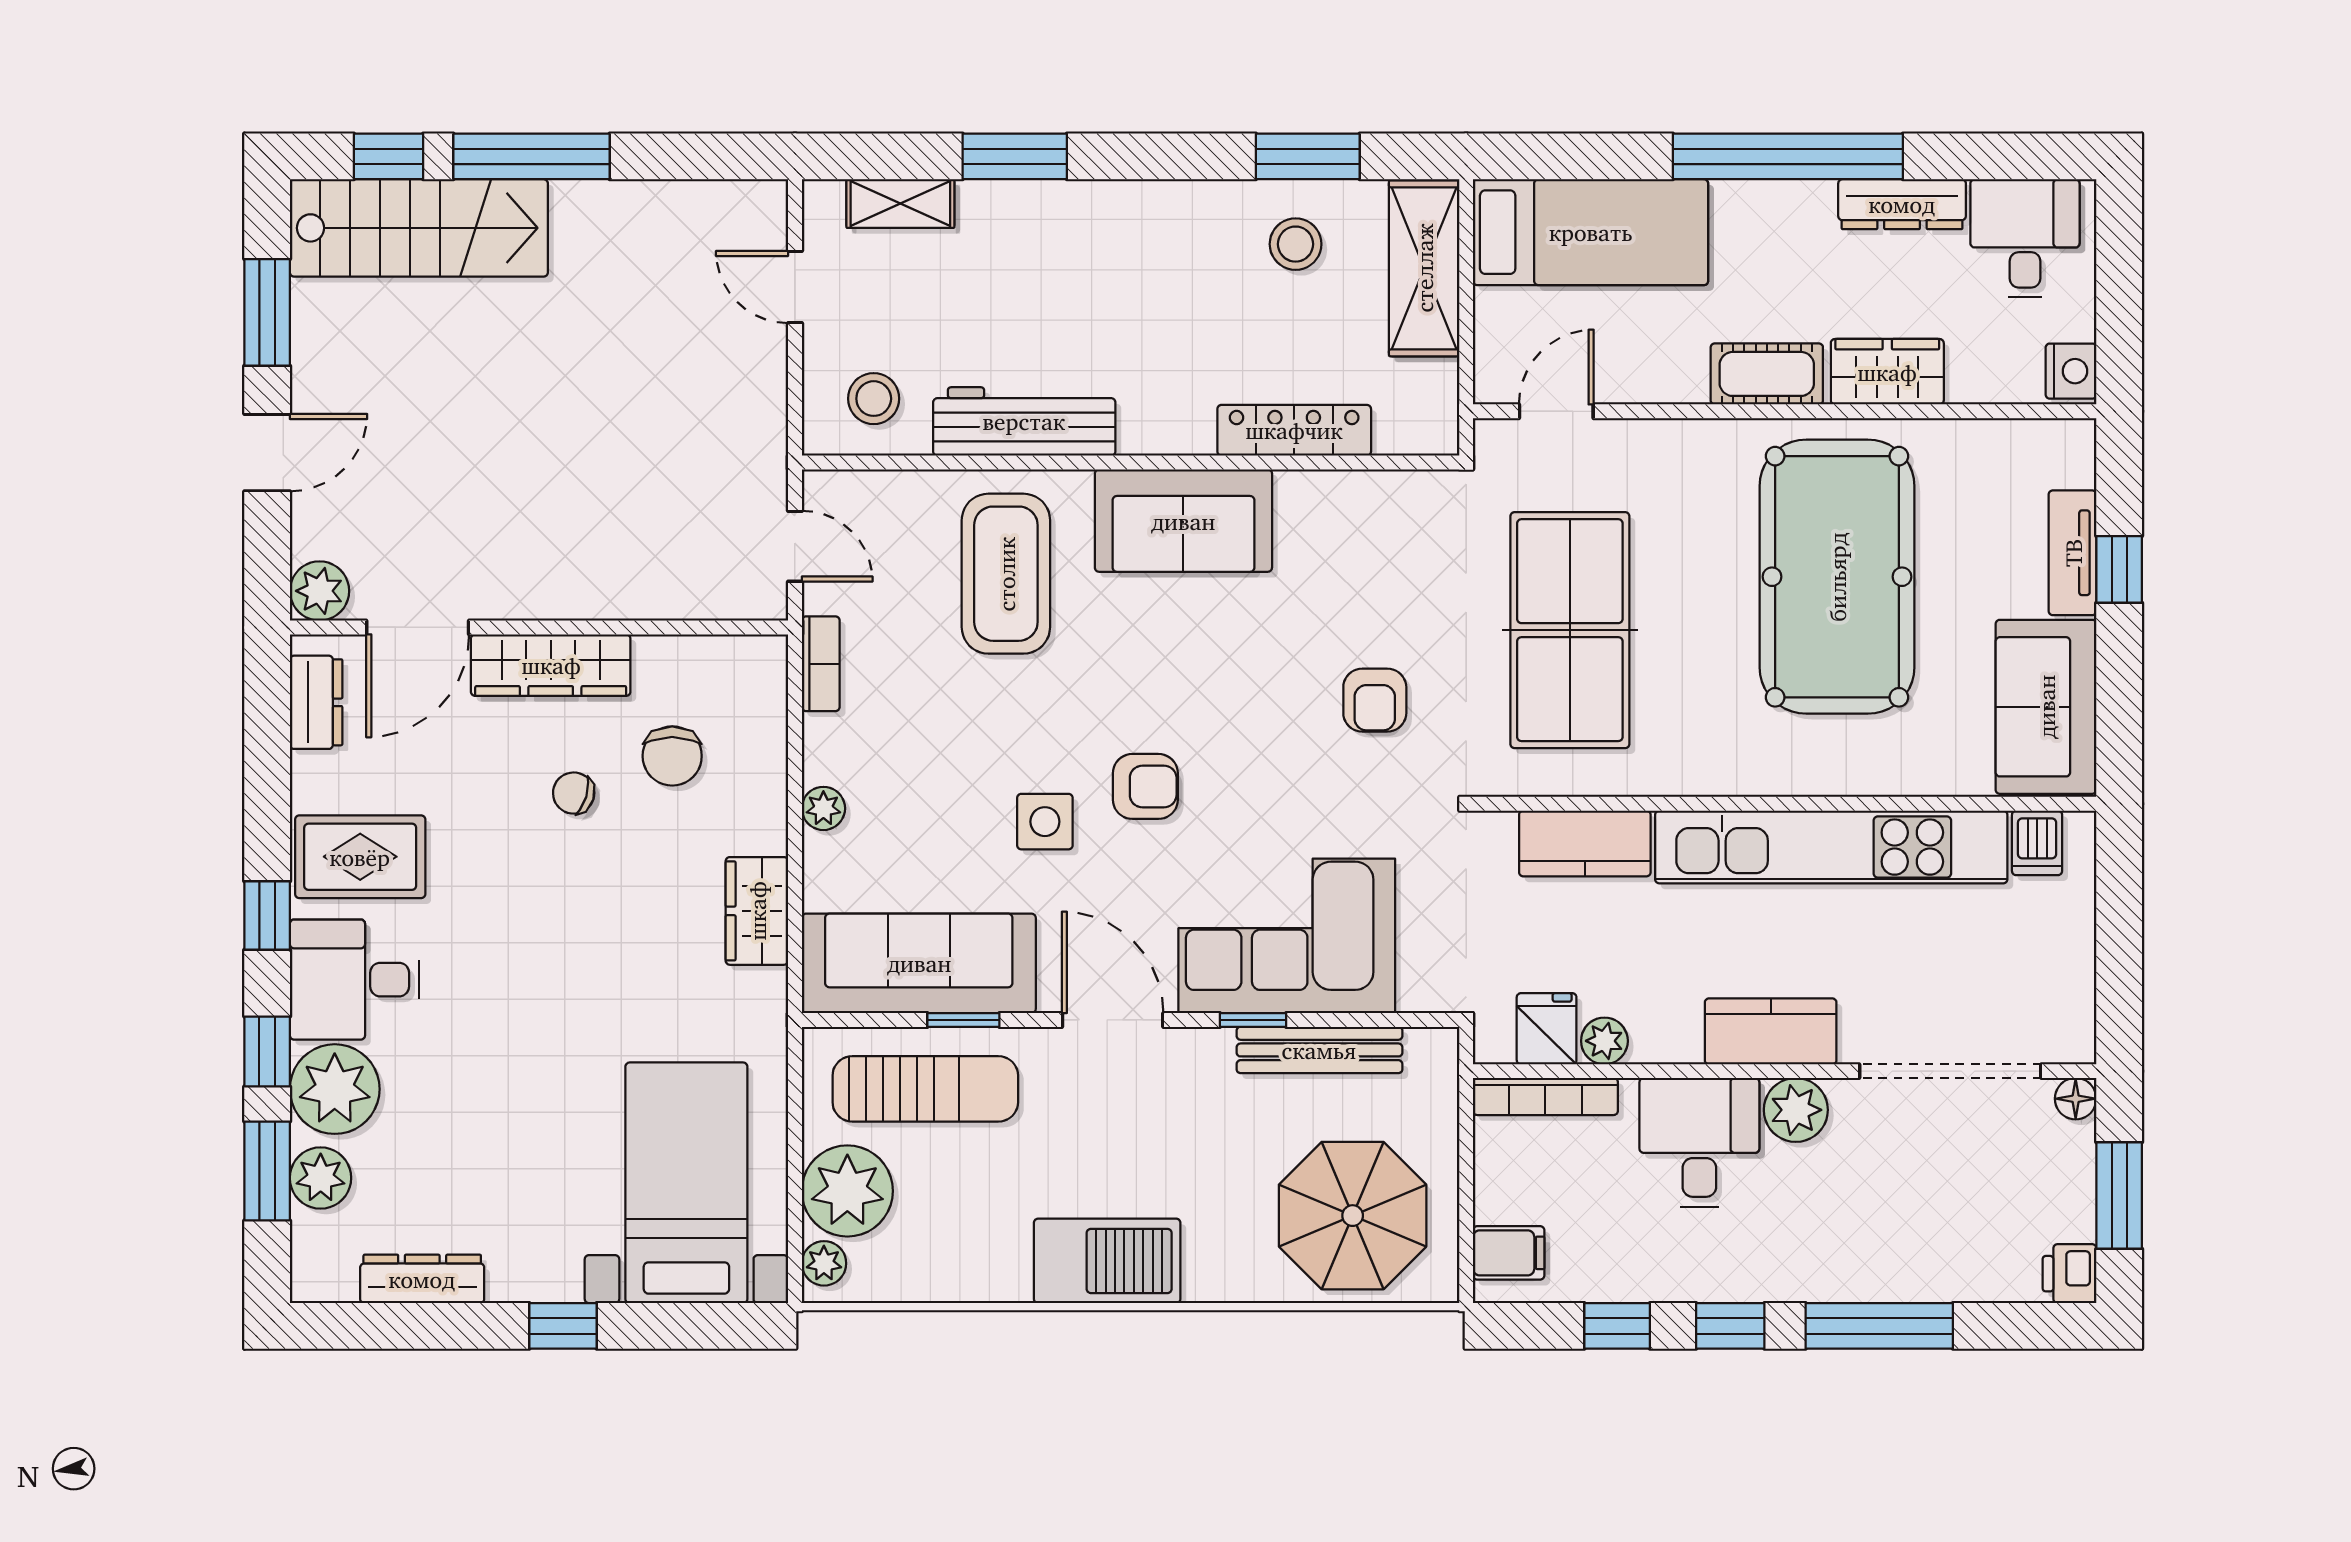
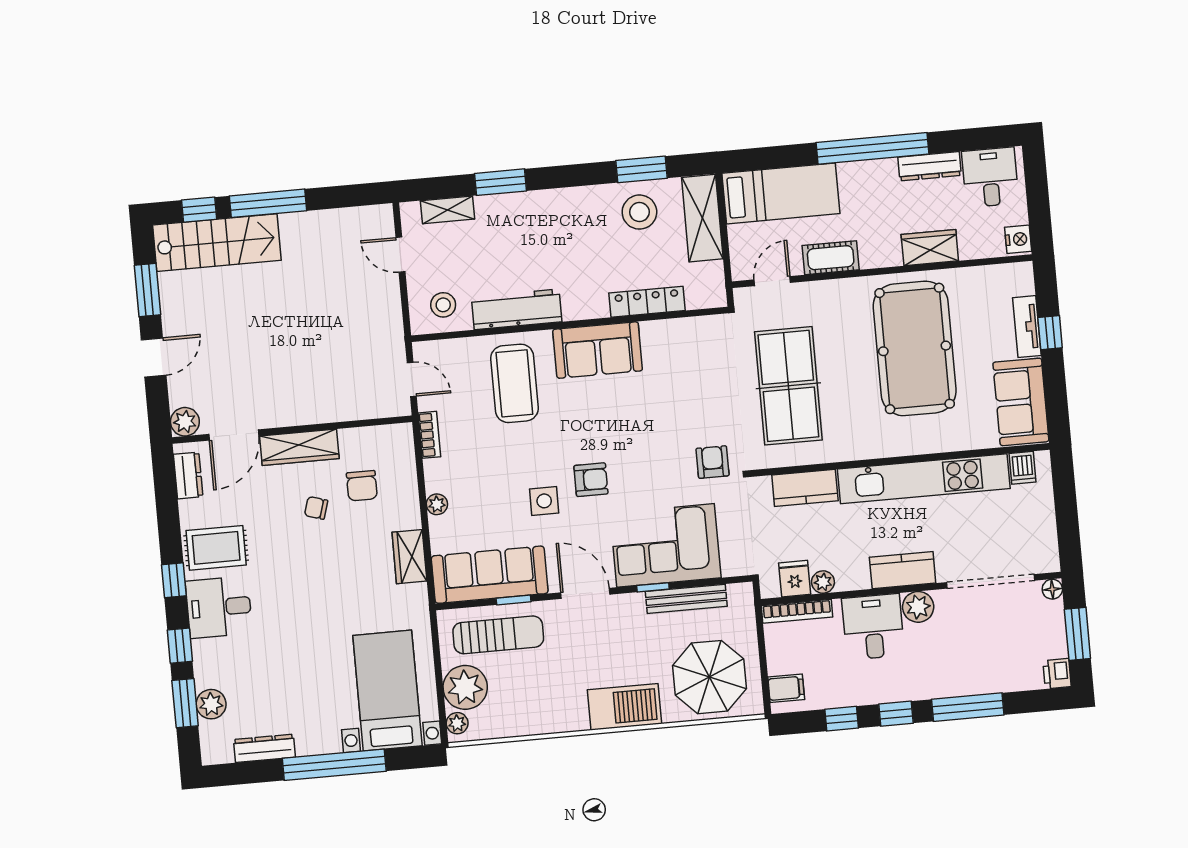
stool: (1296, 244) -> (639, 212), width x1.38, depth x1.38
cot: (1767, 374) -> (831, 258), moved
armchair: (1375, 700) -> (713, 462), moved, turned 180
plant: (335, 1089) -> (214, 661), removed
barbecue: (1107, 1261) -> (625, 707), moved
window: (563, 1326) -> (334, 765), width x3.17

